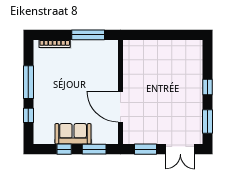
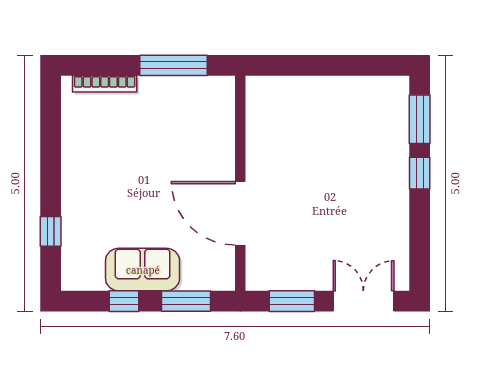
window: (28, 82) -> (51, 163), removed
window: (208, 121) -> (420, 119), moved
double door: (180, 149) -> (363, 301), swing flipped

